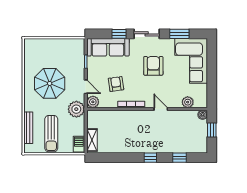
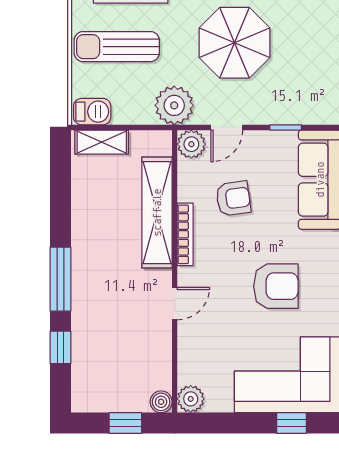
window: (212, 59) -> (291, 423), added
plant: (188, 102) -> (191, 399), moved
shelving: (122, 117) -> (157, 213), added
window: (150, 158) -> (60, 279), width x2.17

